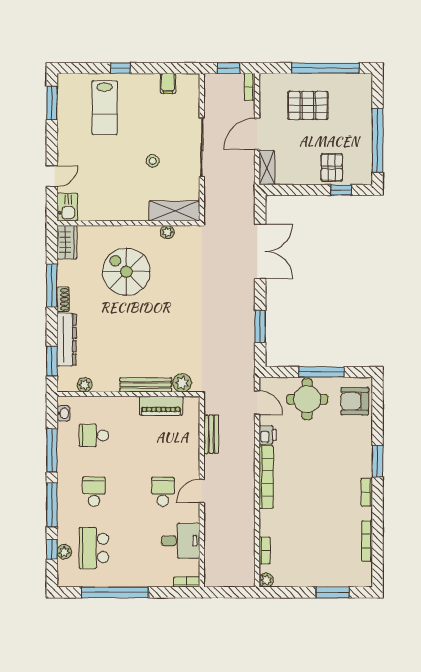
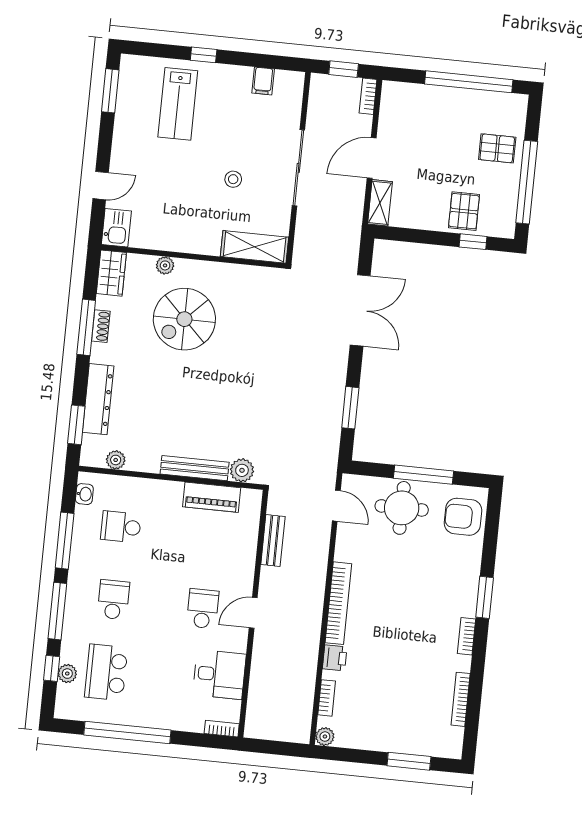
pallet: (308, 105) -> (497, 148), moved, width x0.67, depth x0.71
plant: (167, 232) -> (165, 265), moved
spiral stairs: (126, 272) -> (184, 319), turned -90
shoe rack: (63, 299) -> (101, 326), moved
printer: (268, 435) -> (335, 658), moved

